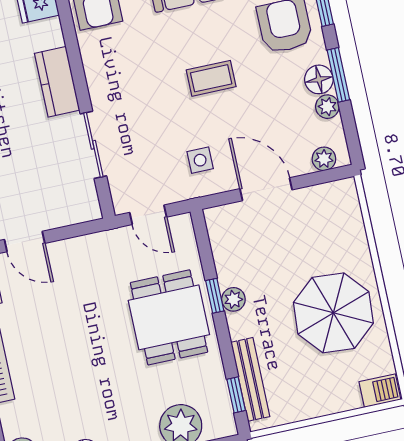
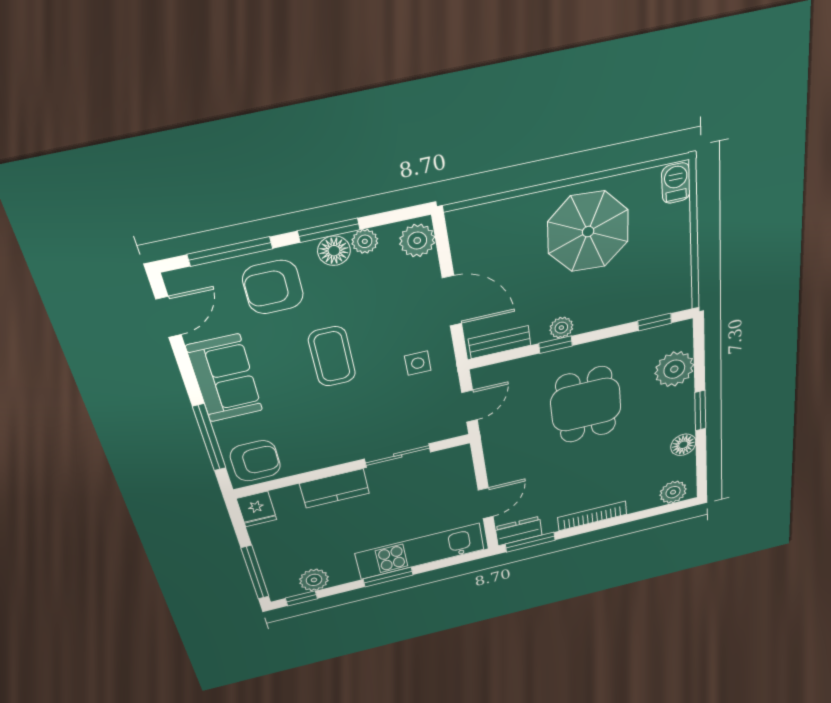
coffee table: (211, 78) -> (332, 356), width x1.36, depth x1.30
plant: (324, 159) -> (417, 241), width x1.38, depth x1.38
door: (266, 189) -> (452, 301), swing flipped
dining table: (169, 317) -> (586, 405), moved, turned 90
bench: (250, 379) -> (500, 342), moved, width x0.73

